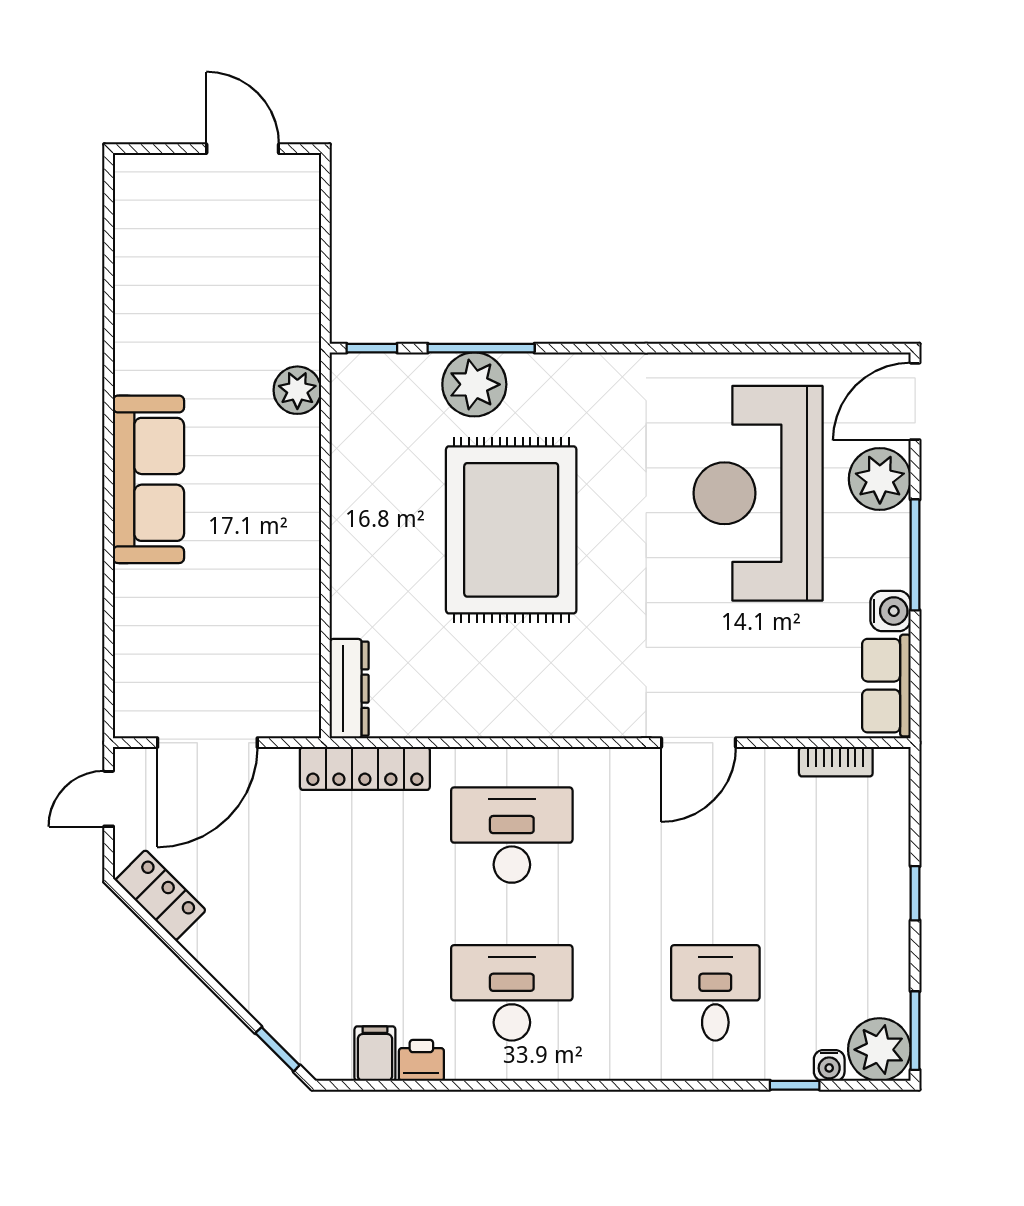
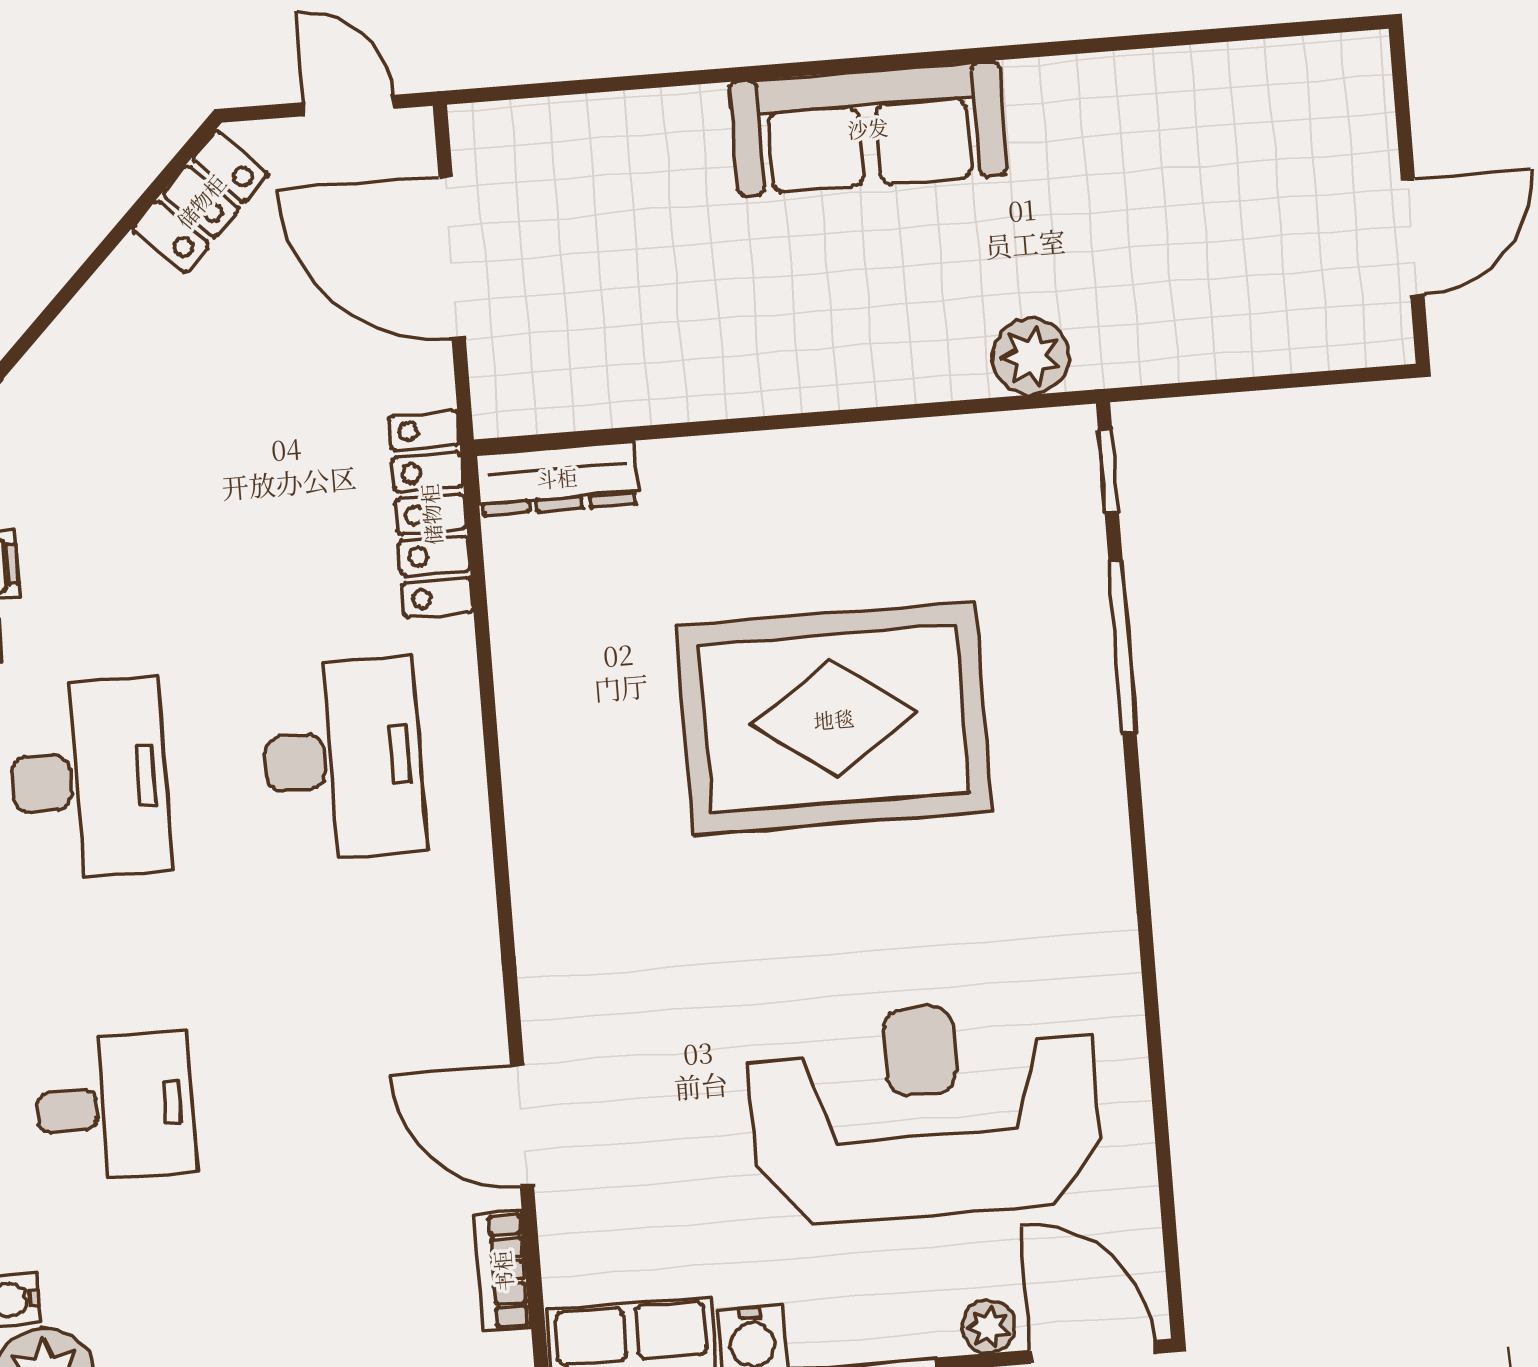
plant: (474, 384) -> (1063, 640), removed
plant: (880, 479) -> (988, 1327), width x0.53, depth x0.53
door: (698, 743) -> (522, 1126), moved

